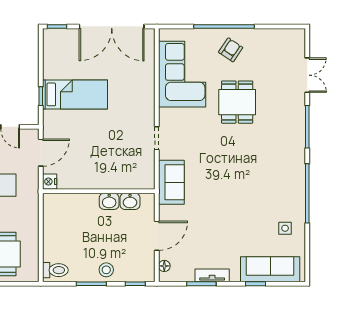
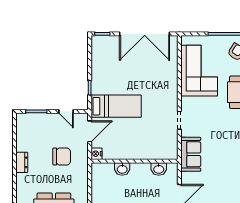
bed: (75, 94) -> (116, 106), moved
washbasin: (109, 201) -> (122, 169), moved

